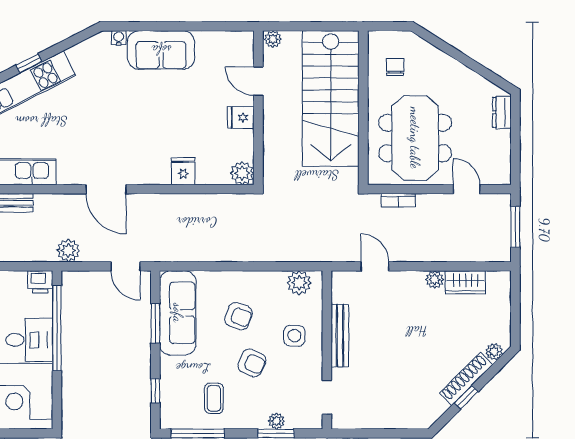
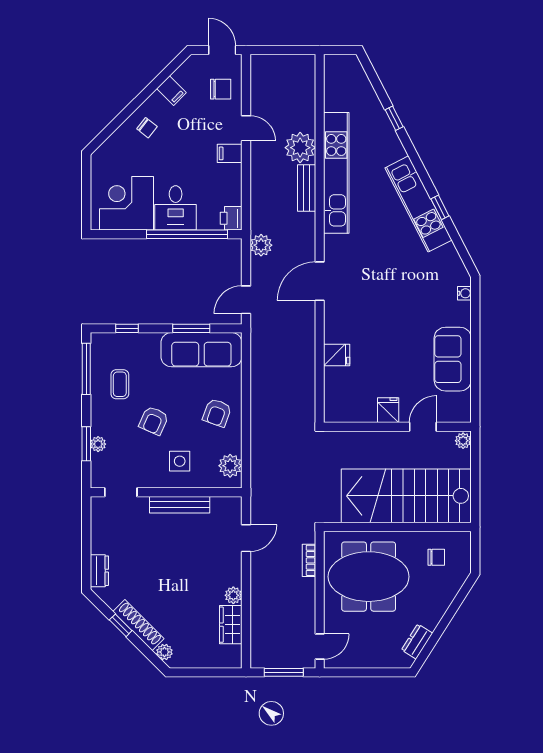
sofa: (161, 50) -> (453, 359), moved
dresser: (502, 112) -> (417, 642), moved, turned -58
plant: (242, 173) -> (335, 411), removed
door: (467, 189) -> (320, 647), moved
armchair: (238, 316) -> (217, 413), moved
coffee table: (214, 398) -> (120, 384), turned 90
dresser: (409, 420) -> (99, 571), added

